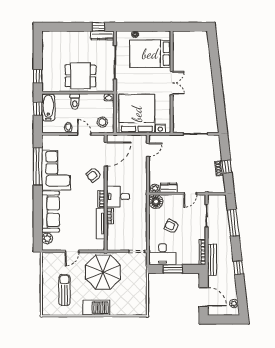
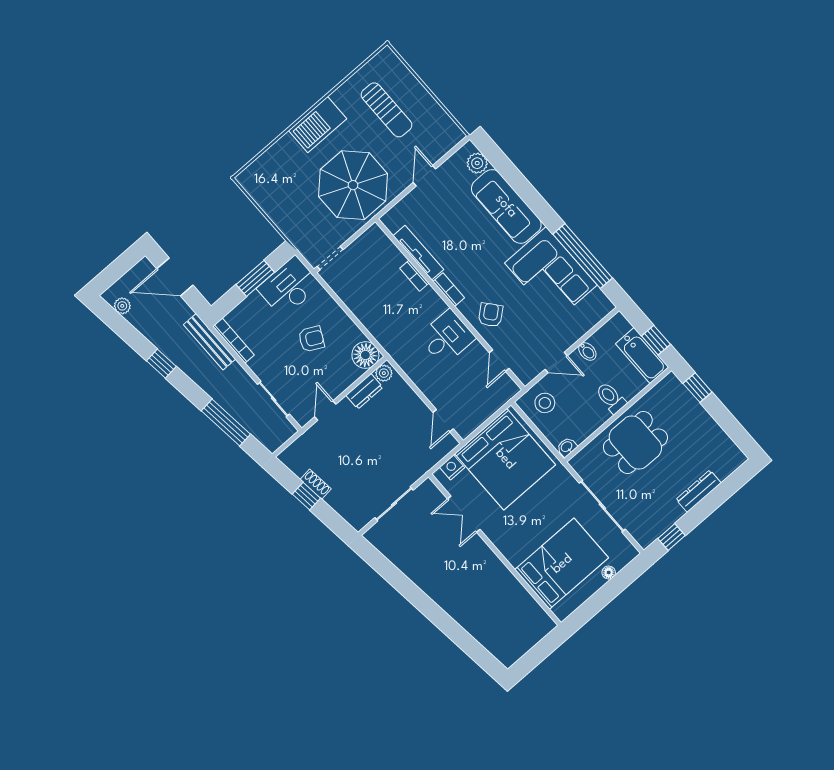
dresser: (102, 35) -> (698, 491), moved
double door: (172, 83) -> (464, 514), moved
door: (106, 154) -> (499, 361), width x0.53
desk: (118, 197) -> (447, 337), moved

